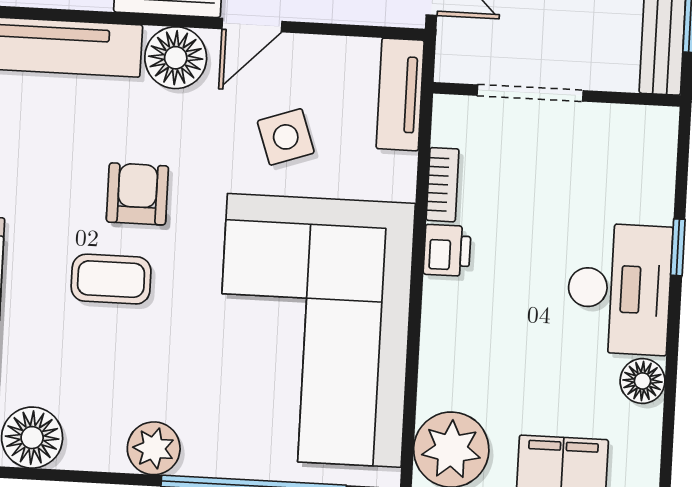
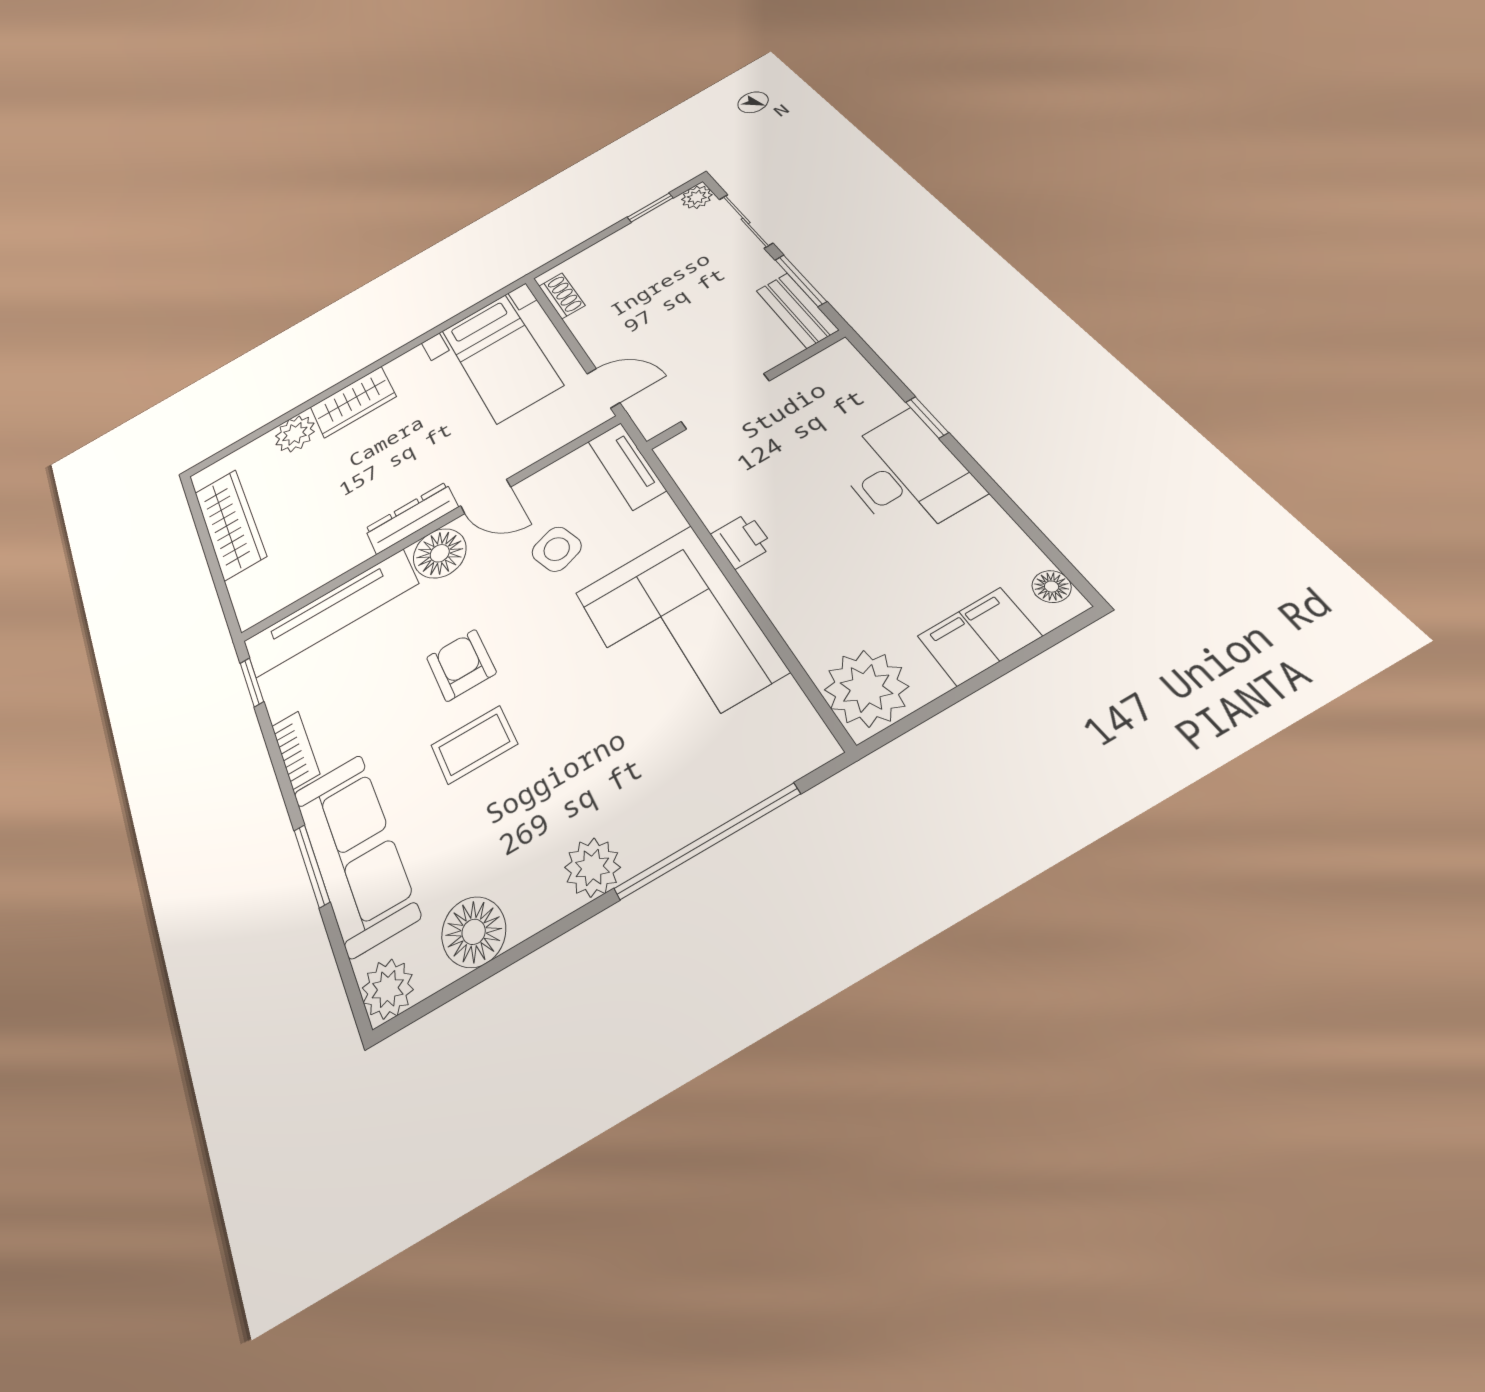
door: (252, 25) -> (486, 496), hinge flipped
bookcase: (443, 185) -> (703, 500), removed
corner sofa: (314, 330) -> (678, 631), width x0.73, depth x0.74
floor lamp: (642, 381) -> (1052, 587), moved, width x0.73, depth x0.73

